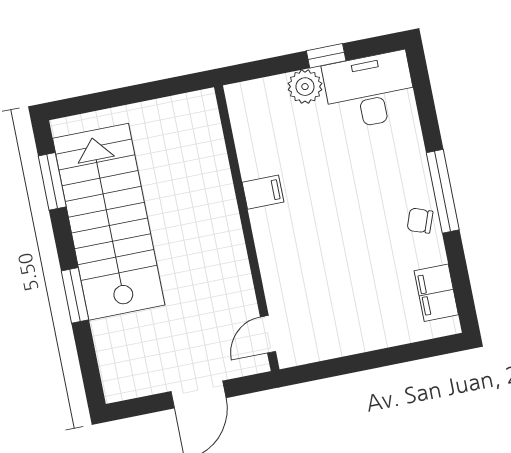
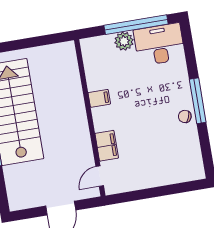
window: (326, 56) -> (136, 25), width x3.17
filing cabinet: (436, 293) -> (107, 146), moved, turned 180

